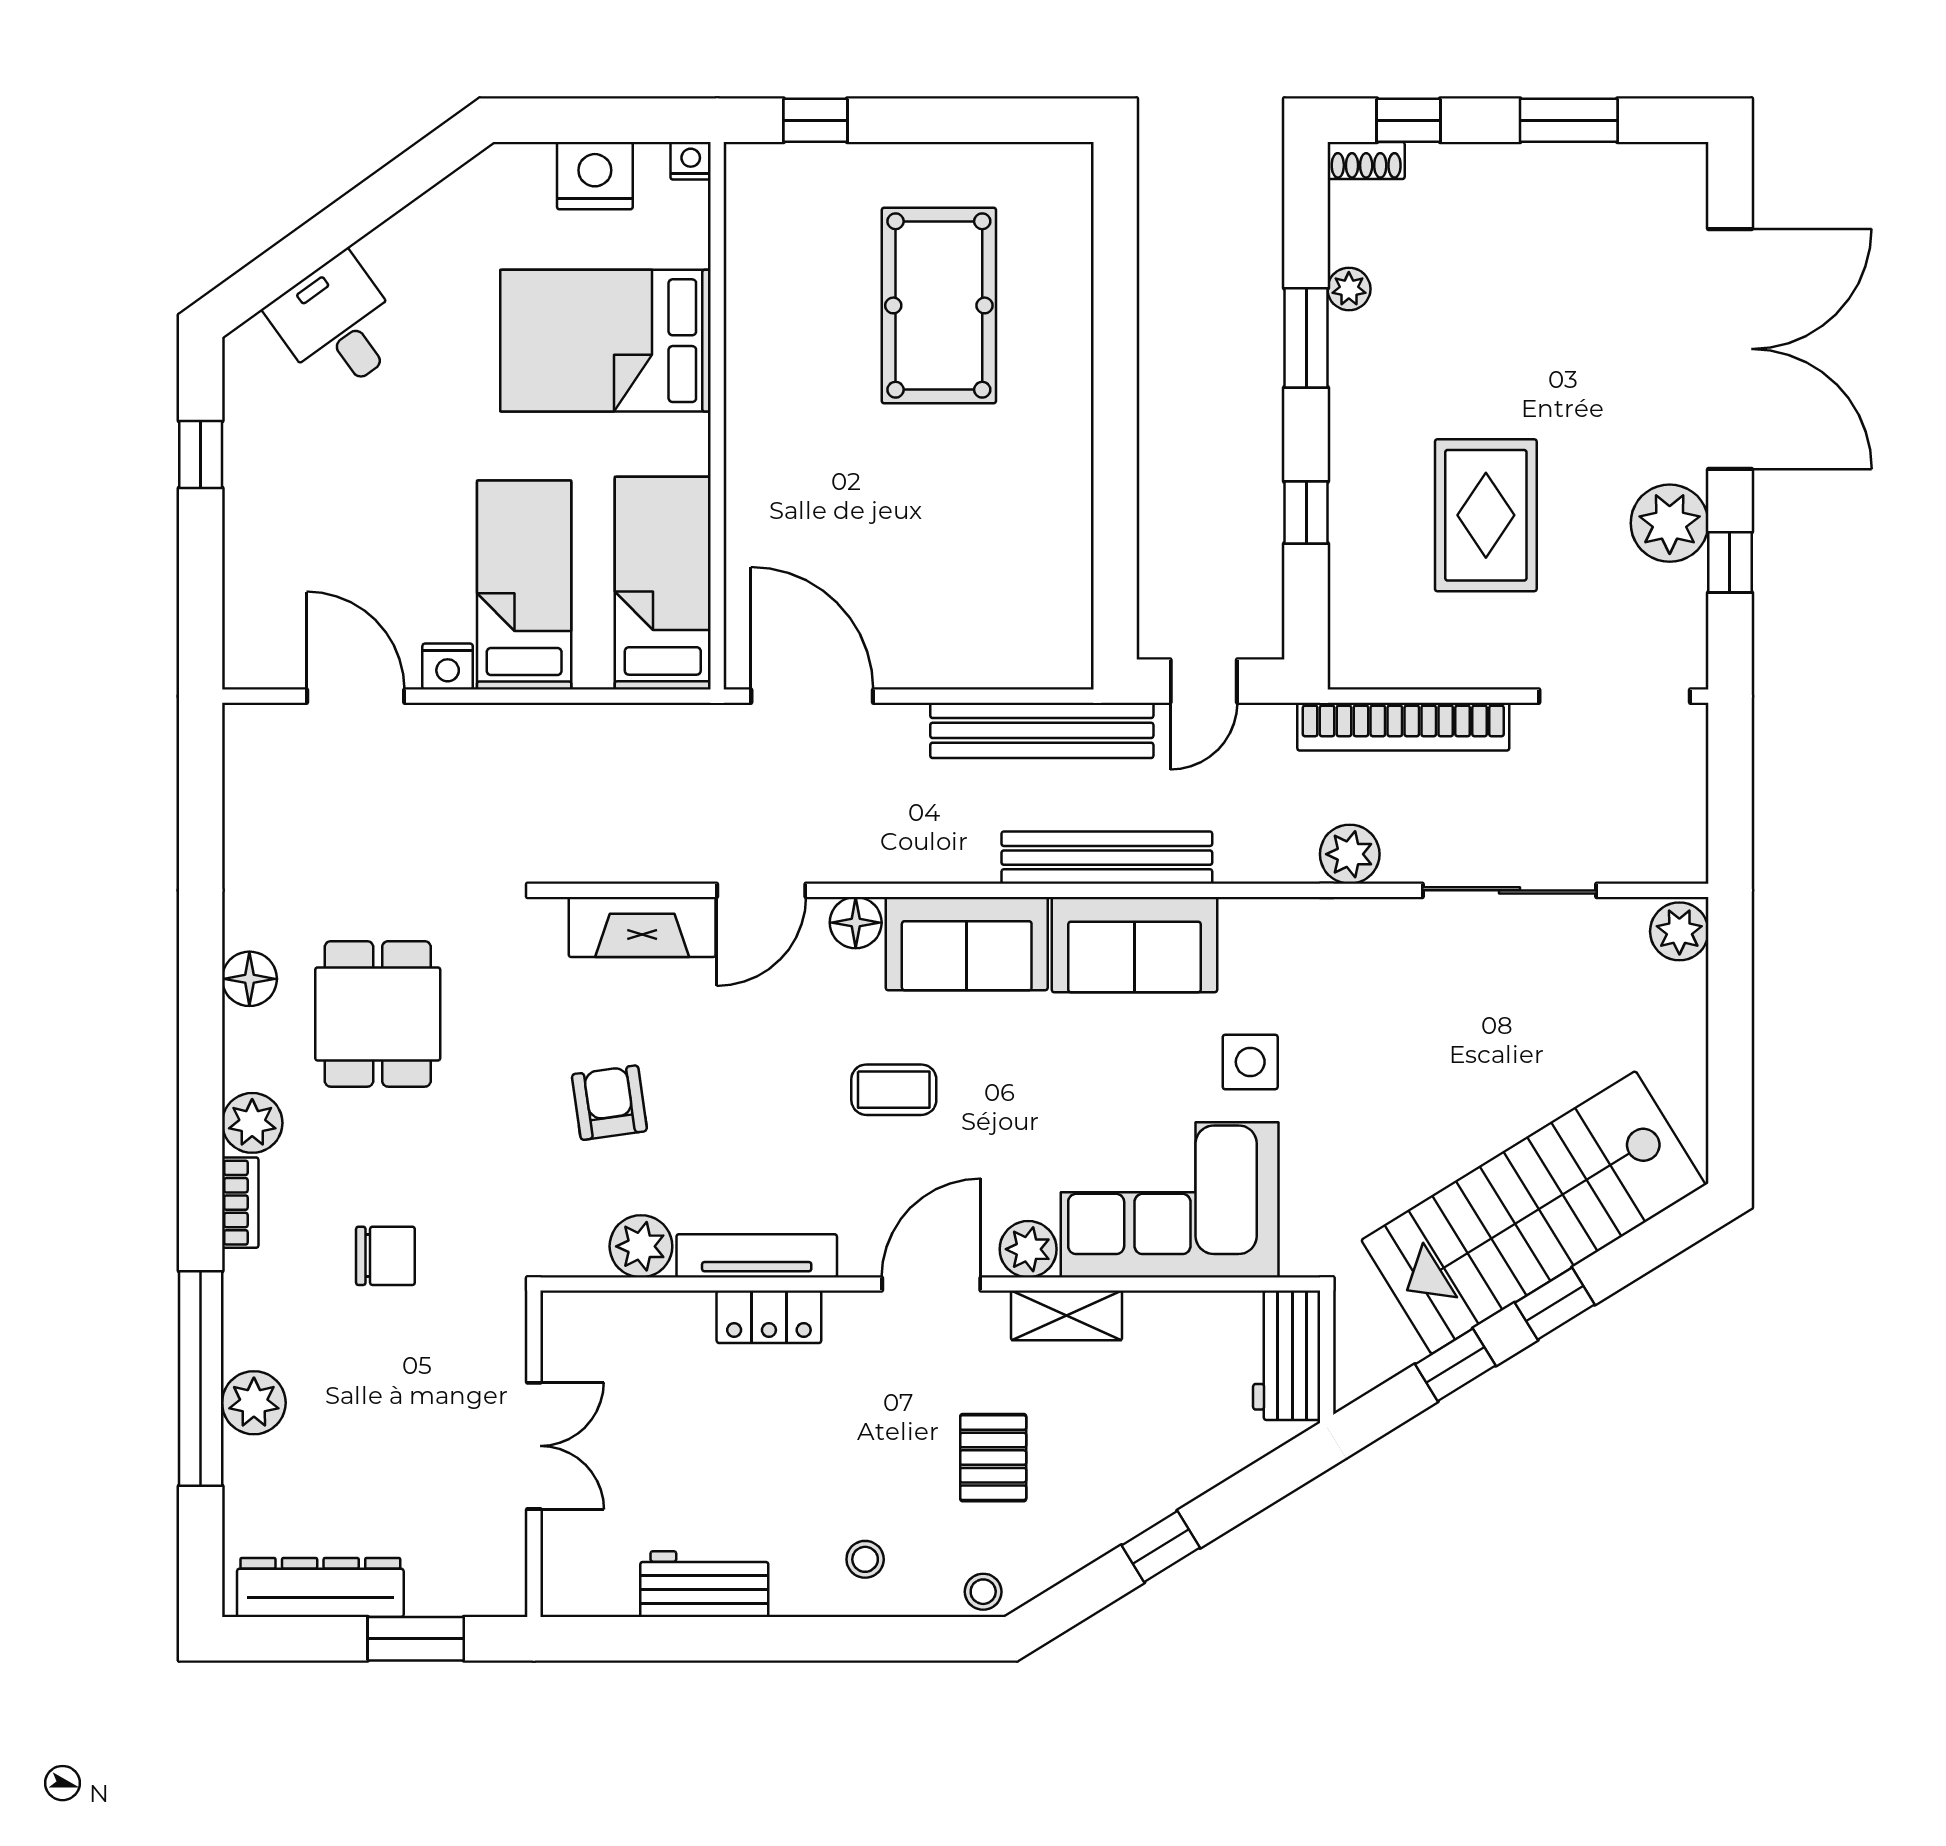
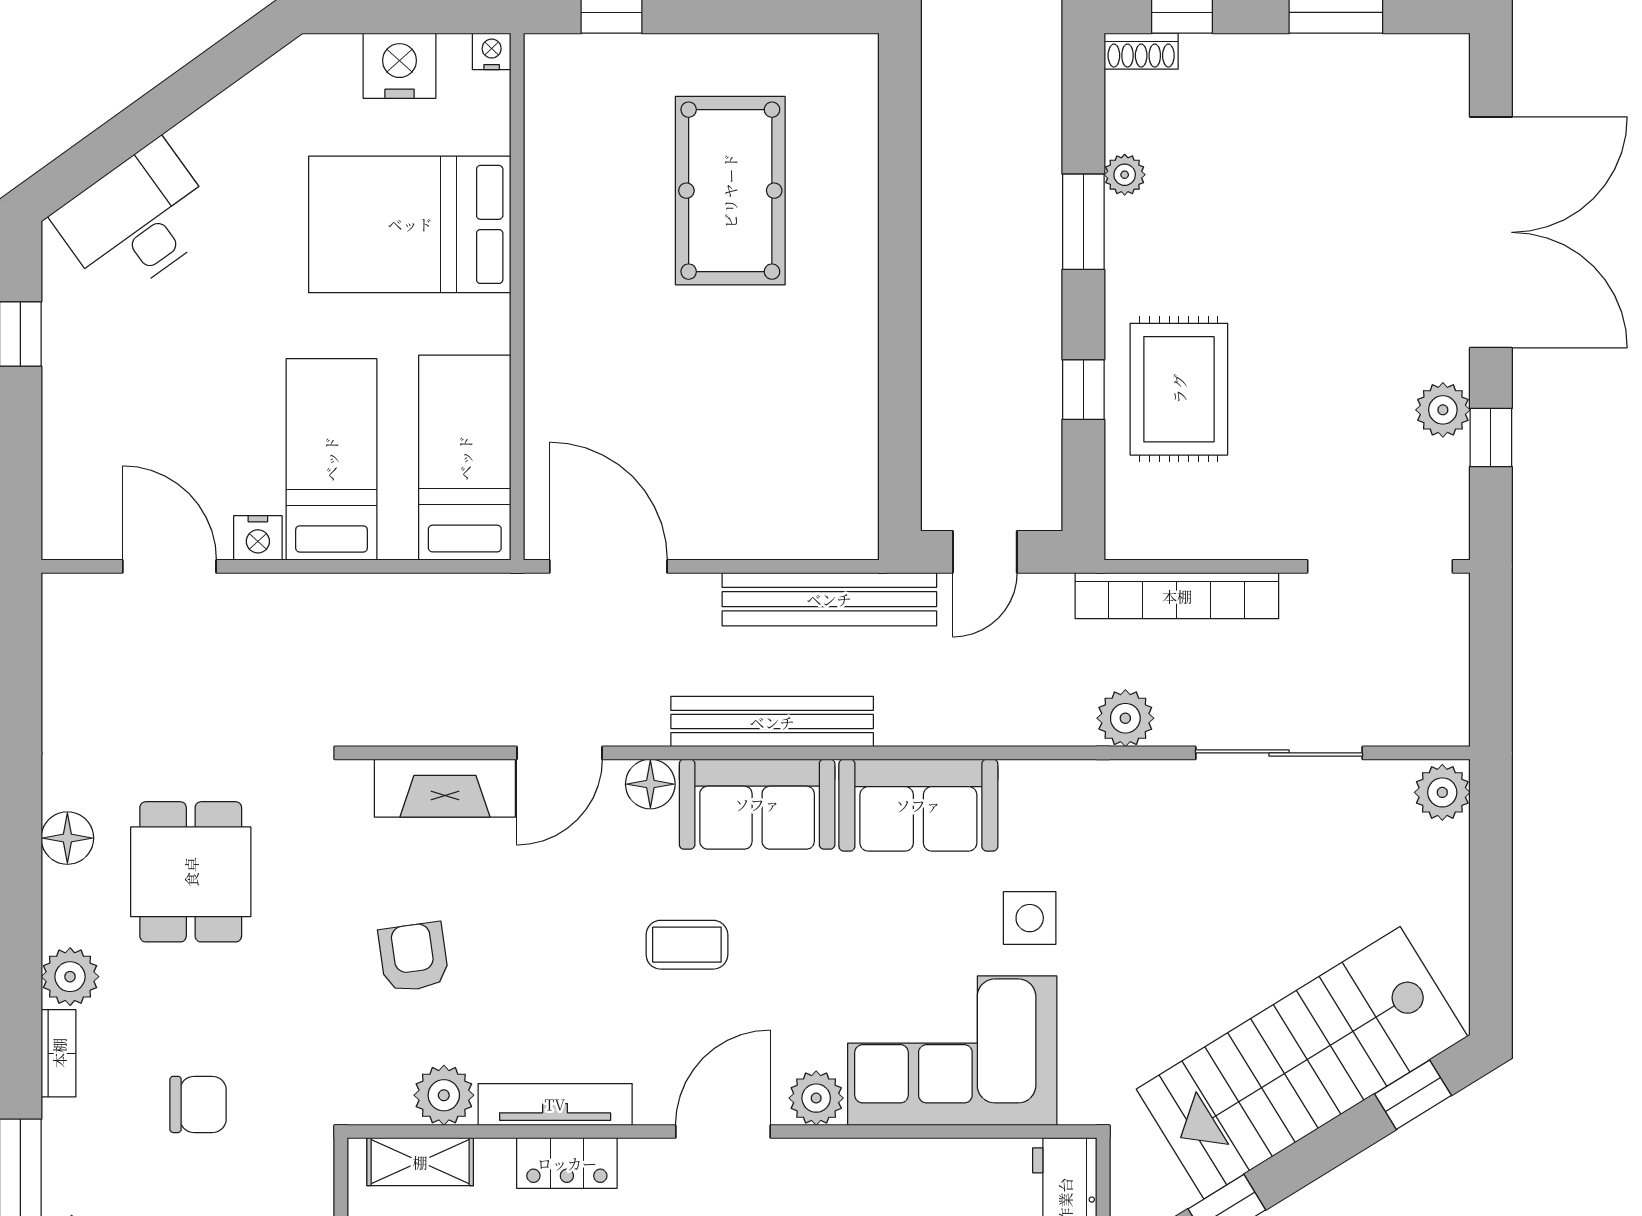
desk: (338, 325) -> (137, 220), width x1.37
rug: (1486, 515) -> (1179, 389), moved
plant: (1670, 523) -> (1443, 410), width x0.73, depth x0.73
bench: (1107, 858) -> (772, 722), moved
window: (1555, 1304) -> (1413, 1095), moved
shelving: (1066, 1315) -> (420, 1162), moved

